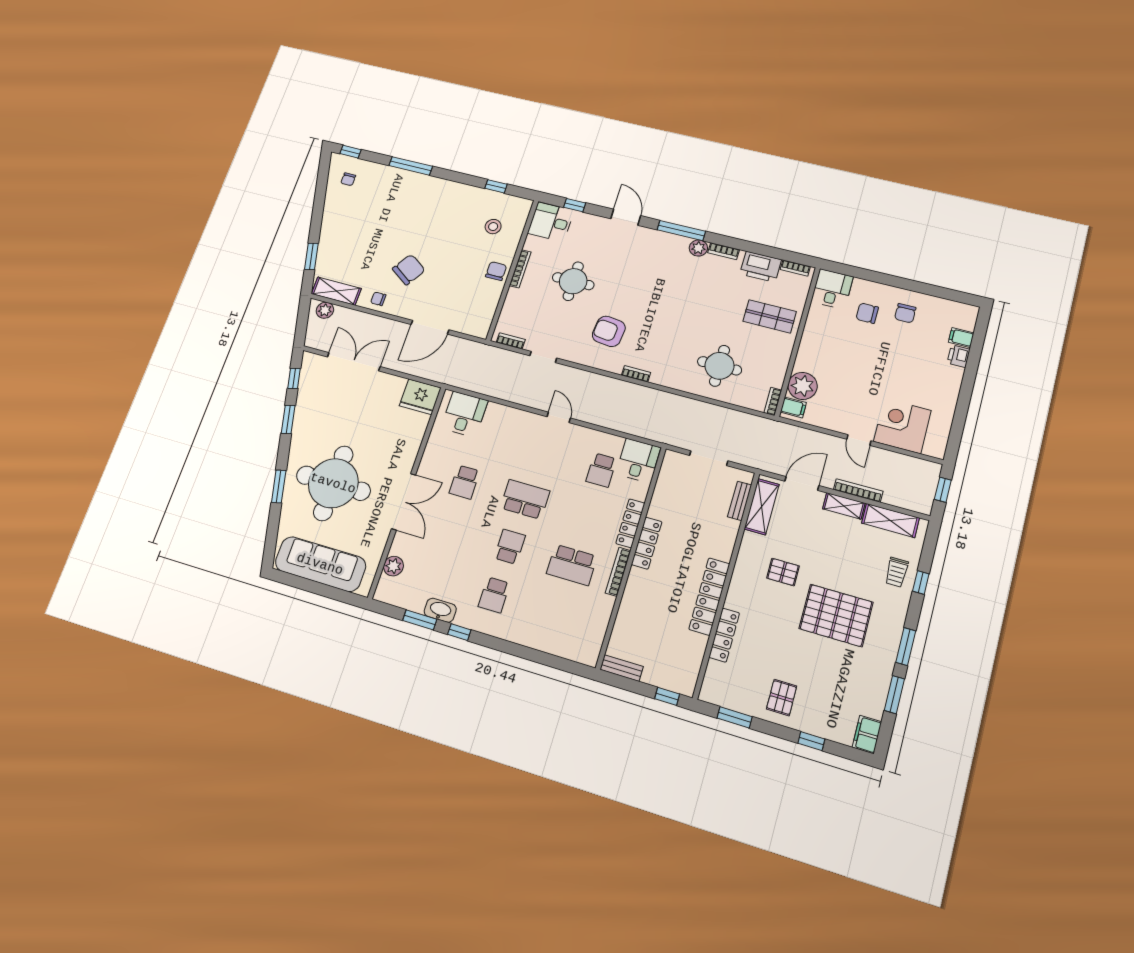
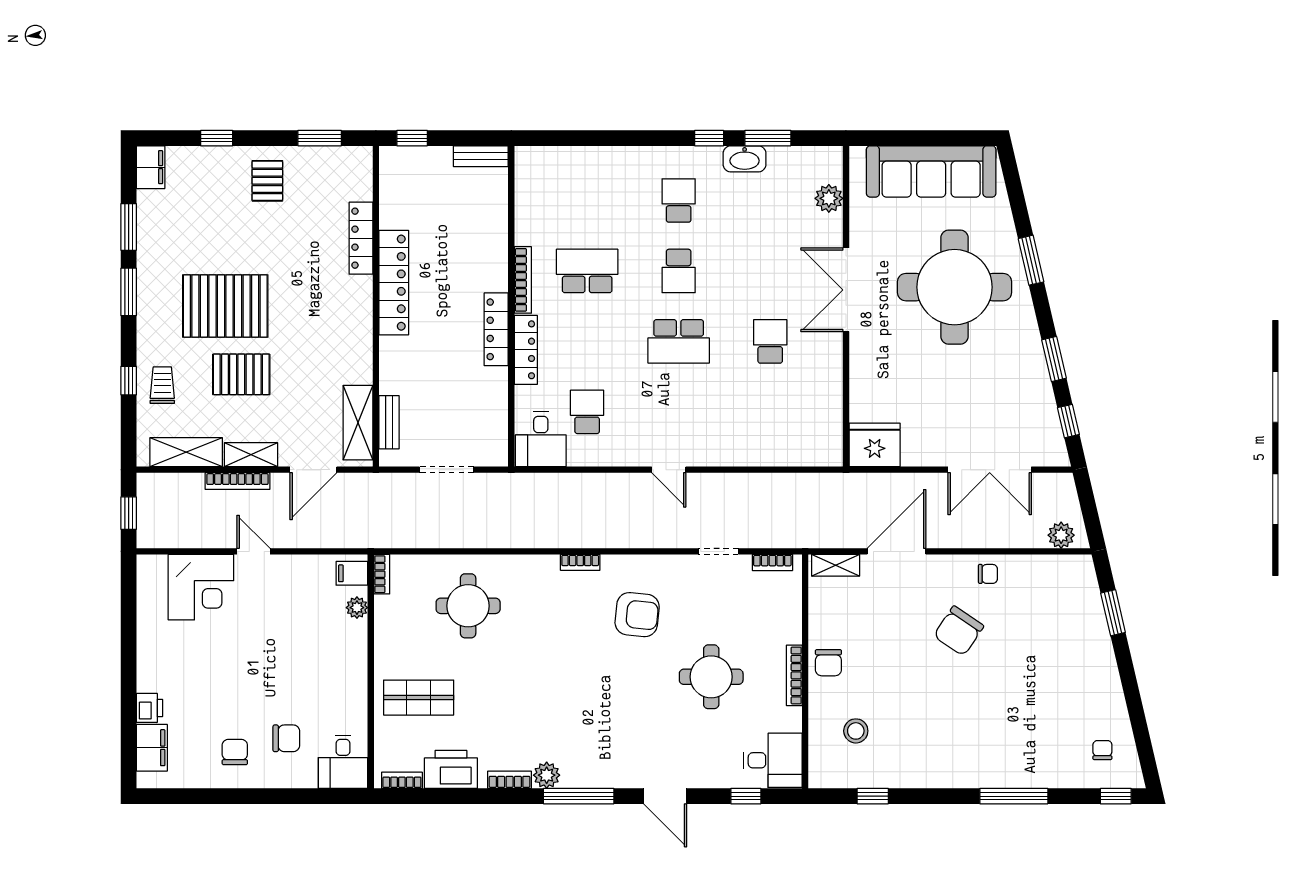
shelving: (336, 291) -> (836, 565), moved, width x0.67, depth x0.75
filing cabinet: (961, 338) -> (152, 748), width x2.00
plant: (803, 386) -> (357, 608), width x0.53, depth x0.53
desk: (464, 414) -> (803, 437), removed
pallet: (783, 572) -> (241, 374), moved, width x1.50, depth x1.42

